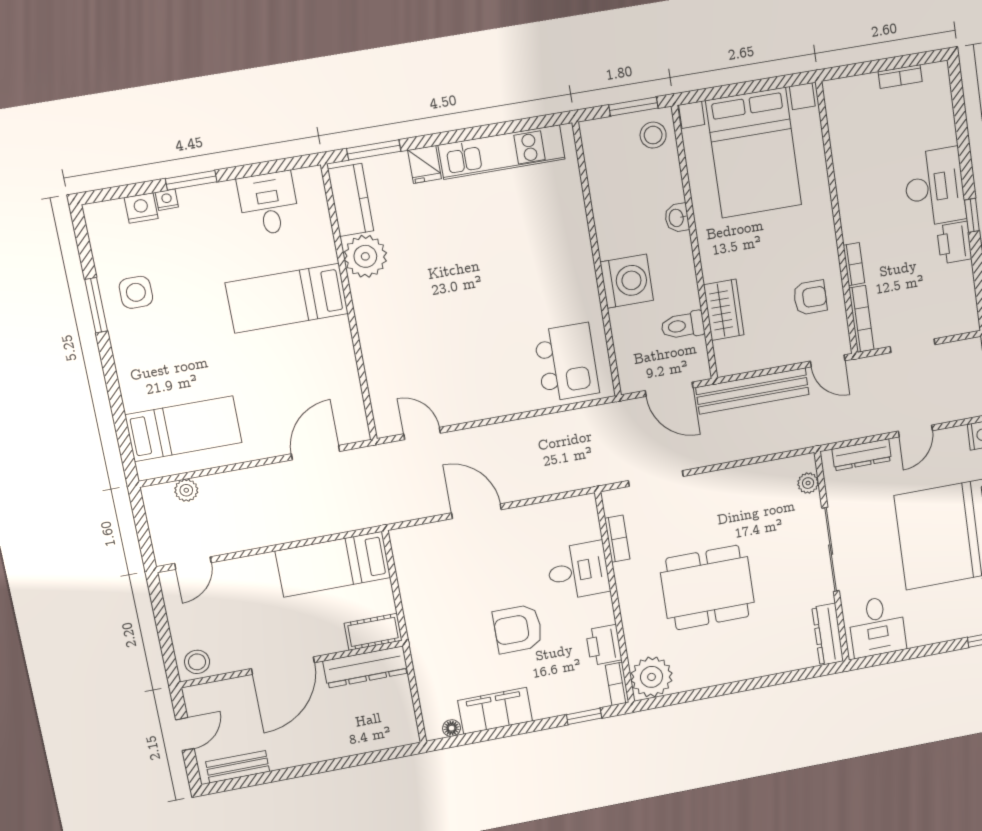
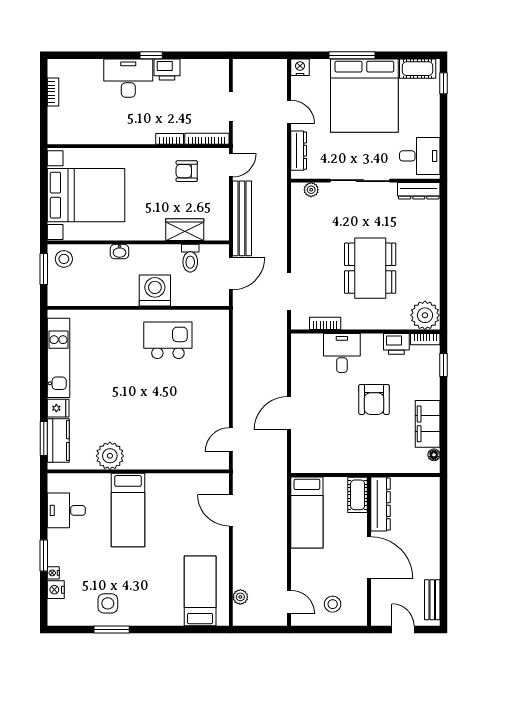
kitchen counter: (351, 200) -> (58, 441), moved, turned 90
armchair: (810, 298) -> (187, 171), turned -90
kitchen island: (567, 362) -> (168, 340), moved
stool: (197, 662) -> (333, 604), moved

